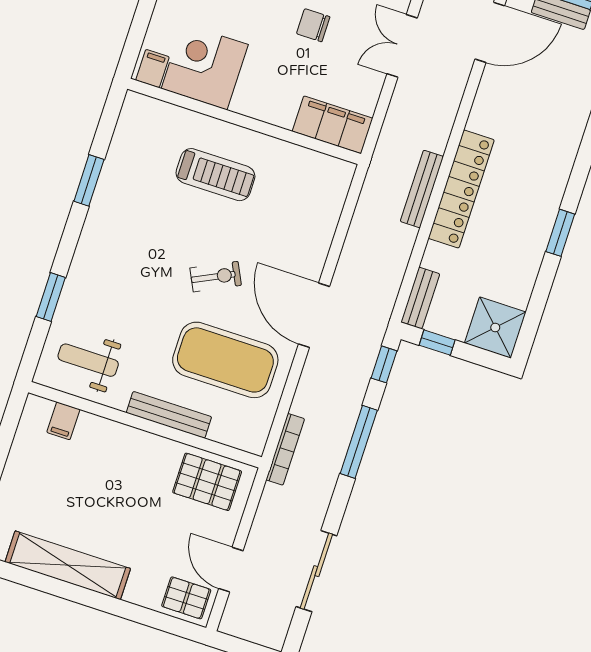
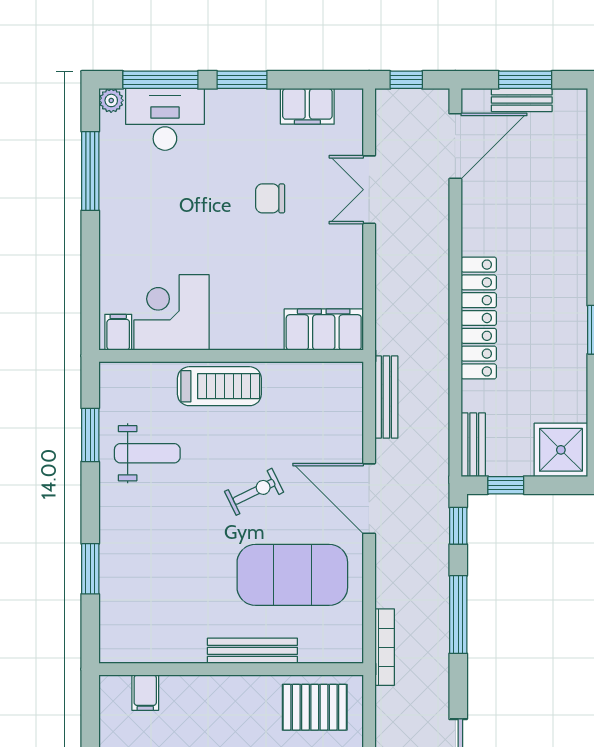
corner desk: (205, 67) -> (172, 312), moved
filing cabinet: (152, 69) -> (118, 332), moved
wall: (244, 121) -> (231, 356), moved
filing cabinet: (332, 125) -> (324, 330), moved
bench: (422, 189) -> (386, 397), moved
weight bench: (88, 360) -> (147, 453), moved, turned 180

